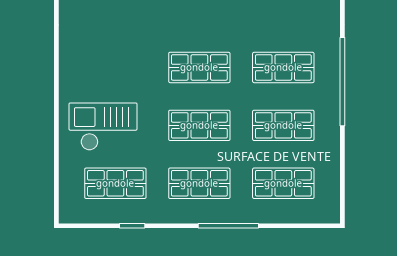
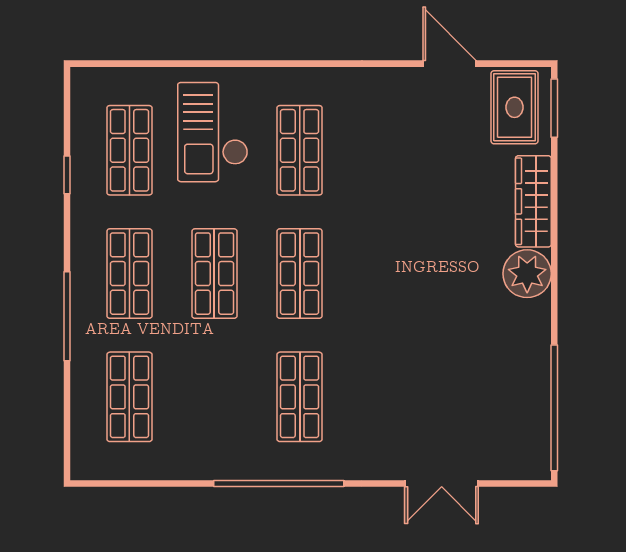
shop shelf: (283, 125) -> (300, 150), moved
checkout: (103, 127) -> (213, 132), turned 180

